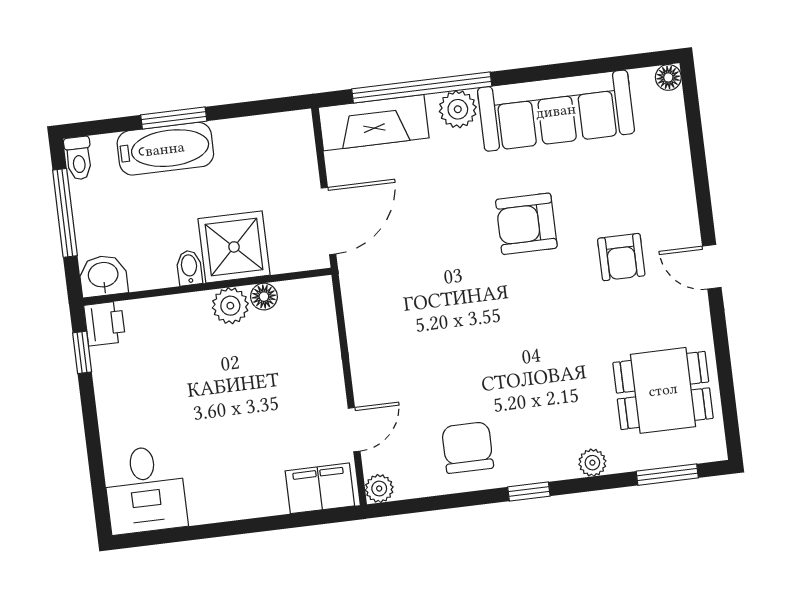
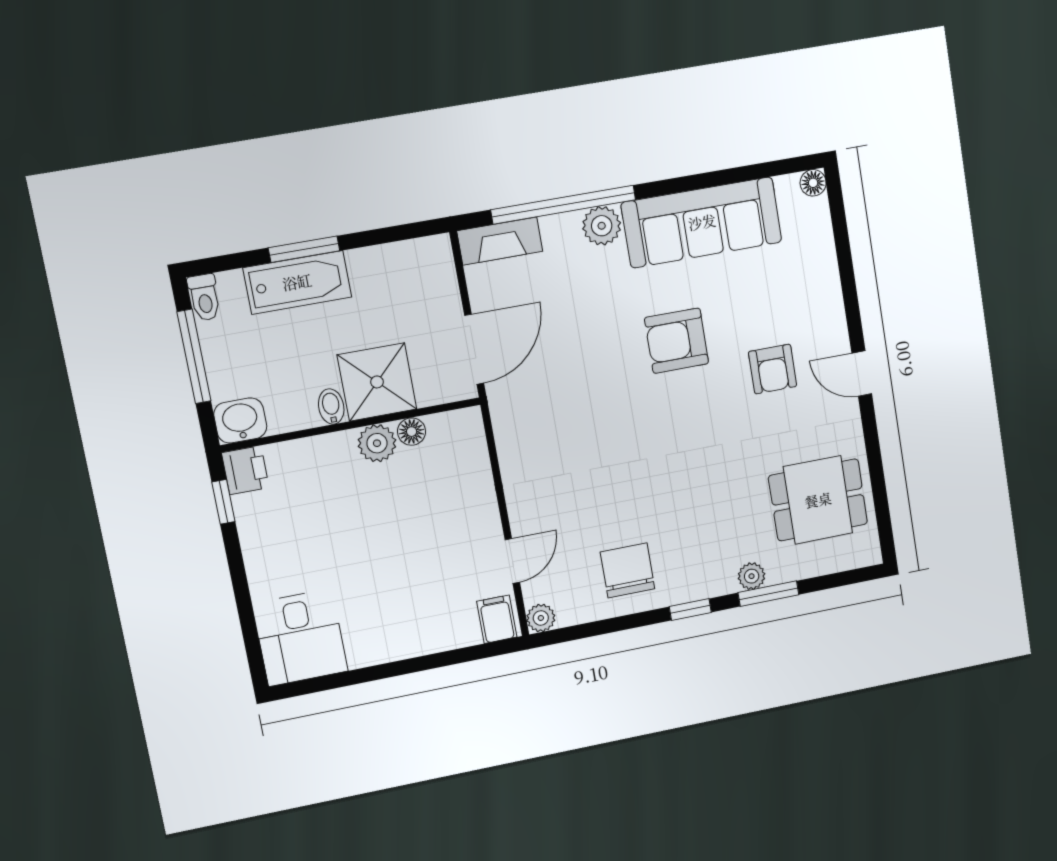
fireplace: (374, 123) -> (500, 241), width x0.73, depth x0.76
window: (667, 475) -> (768, 594), moved
filing cabinet: (320, 488) -> (497, 619), width x0.50

